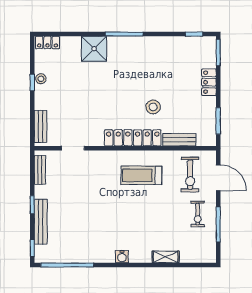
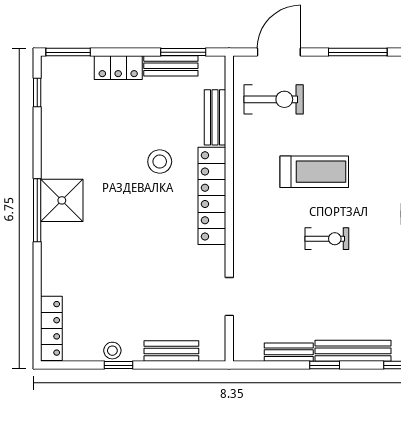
locker: (47, 43) -> (51, 328), width x1.53
shower: (94, 49) -> (62, 200), moved
bench: (210, 114) -> (171, 66), added
bench: (41, 127) -> (171, 351), moved
bench: (40, 170) -> (289, 352), moved
treadmill: (141, 175) -> (314, 172), moved, turned -90
exercise bike: (198, 214) -> (327, 239), moved

